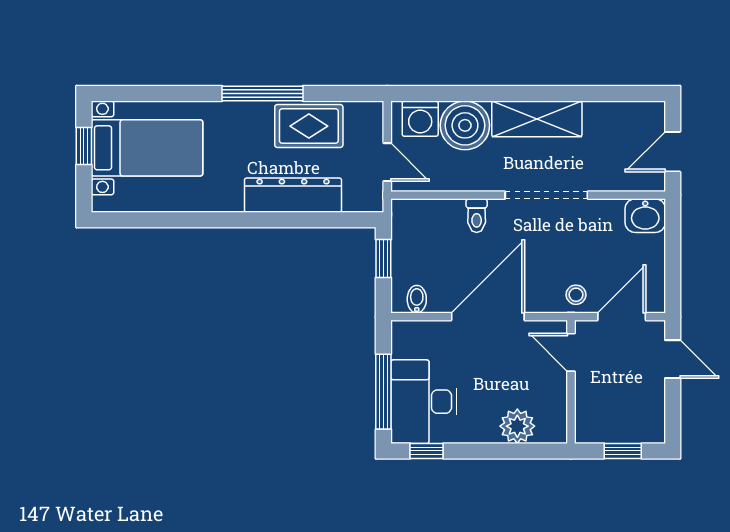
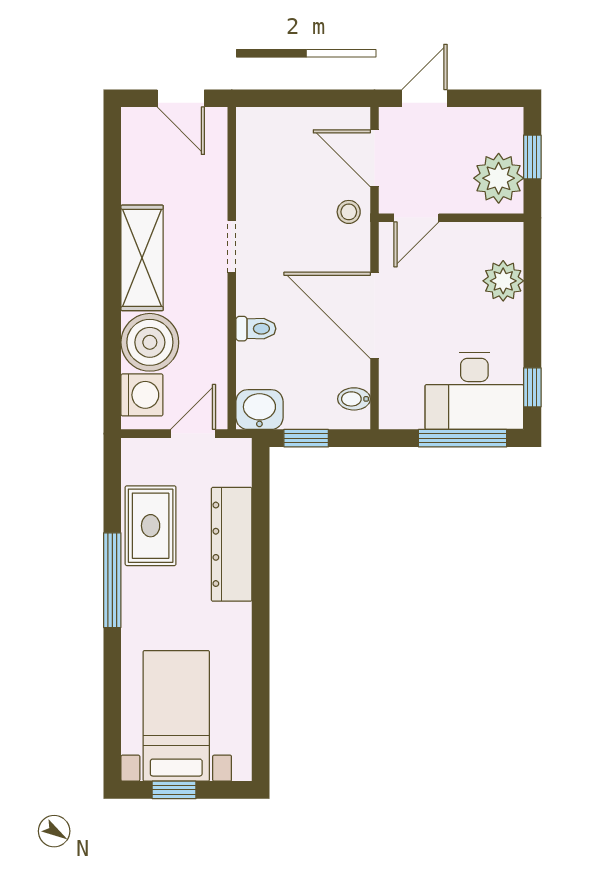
doorway: (546, 195) -> (232, 247), width x0.53
washbasin: (645, 216) -> (259, 410), moved, turned -90
plant: (605, 422) -> (499, 178), added

